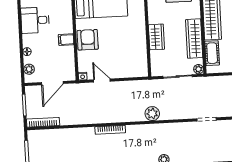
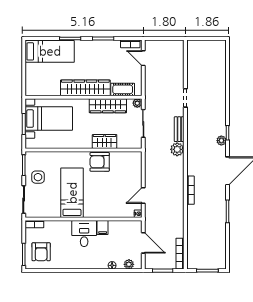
desk: (35, 20) -> (84, 234), moved, turned 180
armchair: (88, 40) -> (100, 162), moved
bench: (174, 115) -> (179, 129), added

